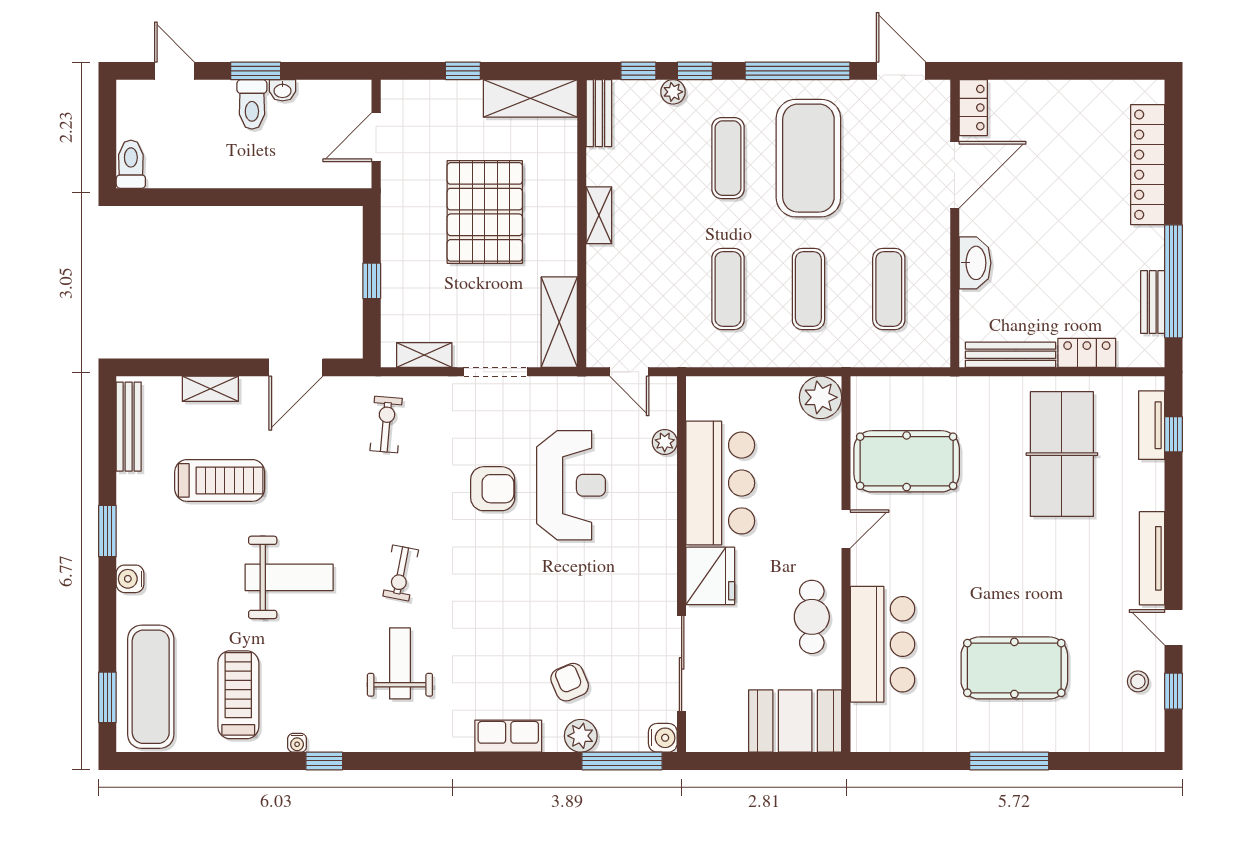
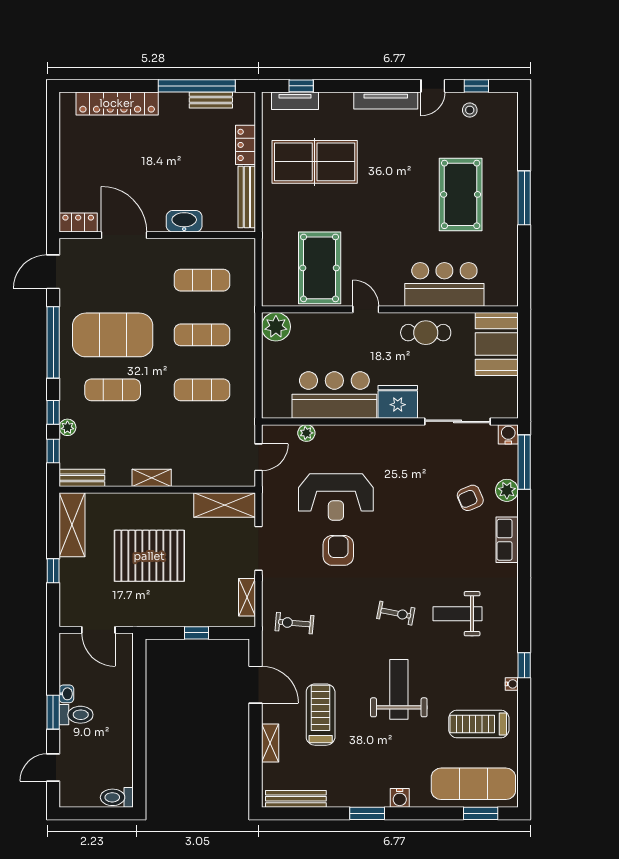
treadmill: (220, 480) -> (321, 715), moved
reception desk: (571, 485) -> (336, 497), turned 180

